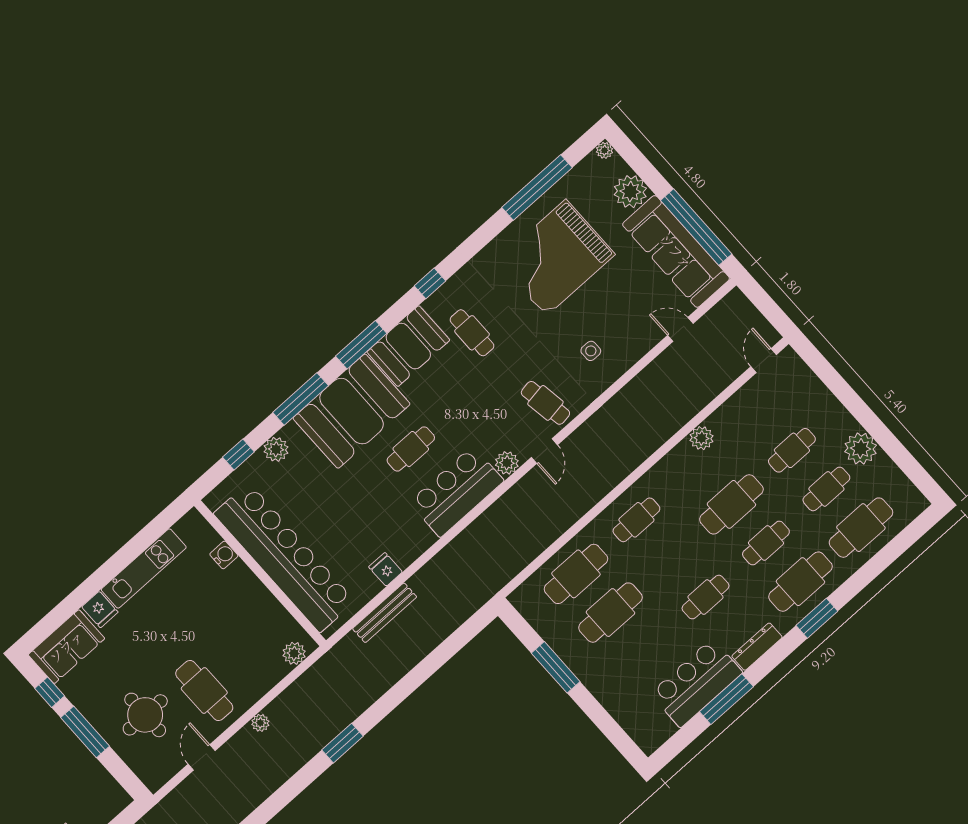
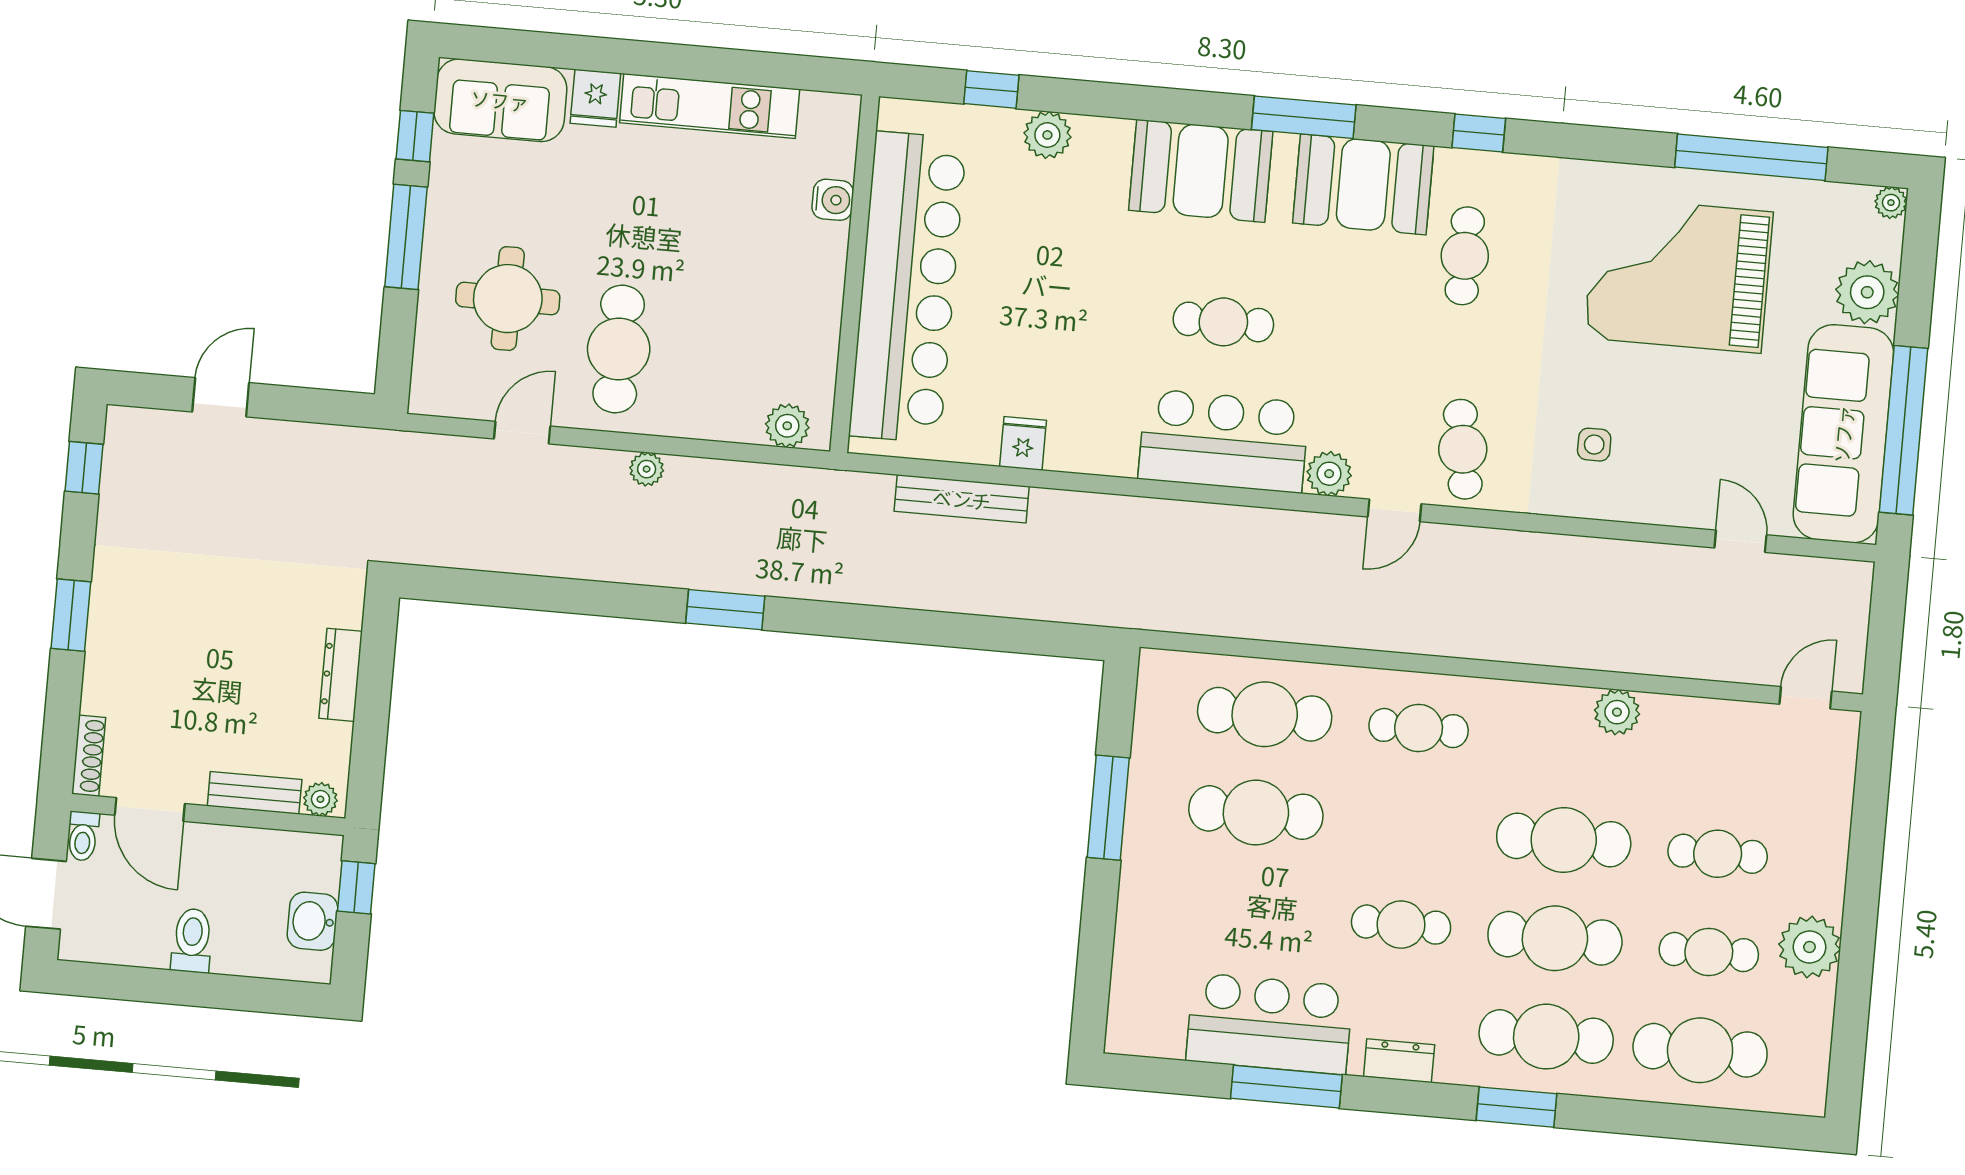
window: (301, 399) -> (1149, 104), removed
booth: (352, 411) -> (1201, 171), width x0.73, depth x0.70
cafe table: (766, 543) -> (1555, 938), width x1.37, depth x1.35
dresser: (757, 647) -> (1399, 1061), width x0.70

